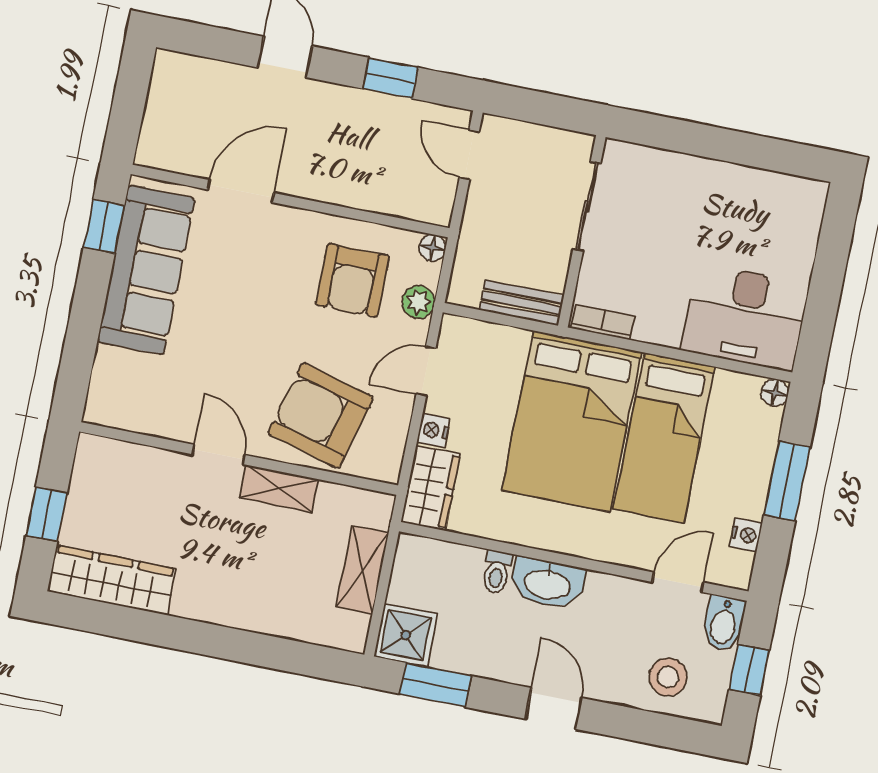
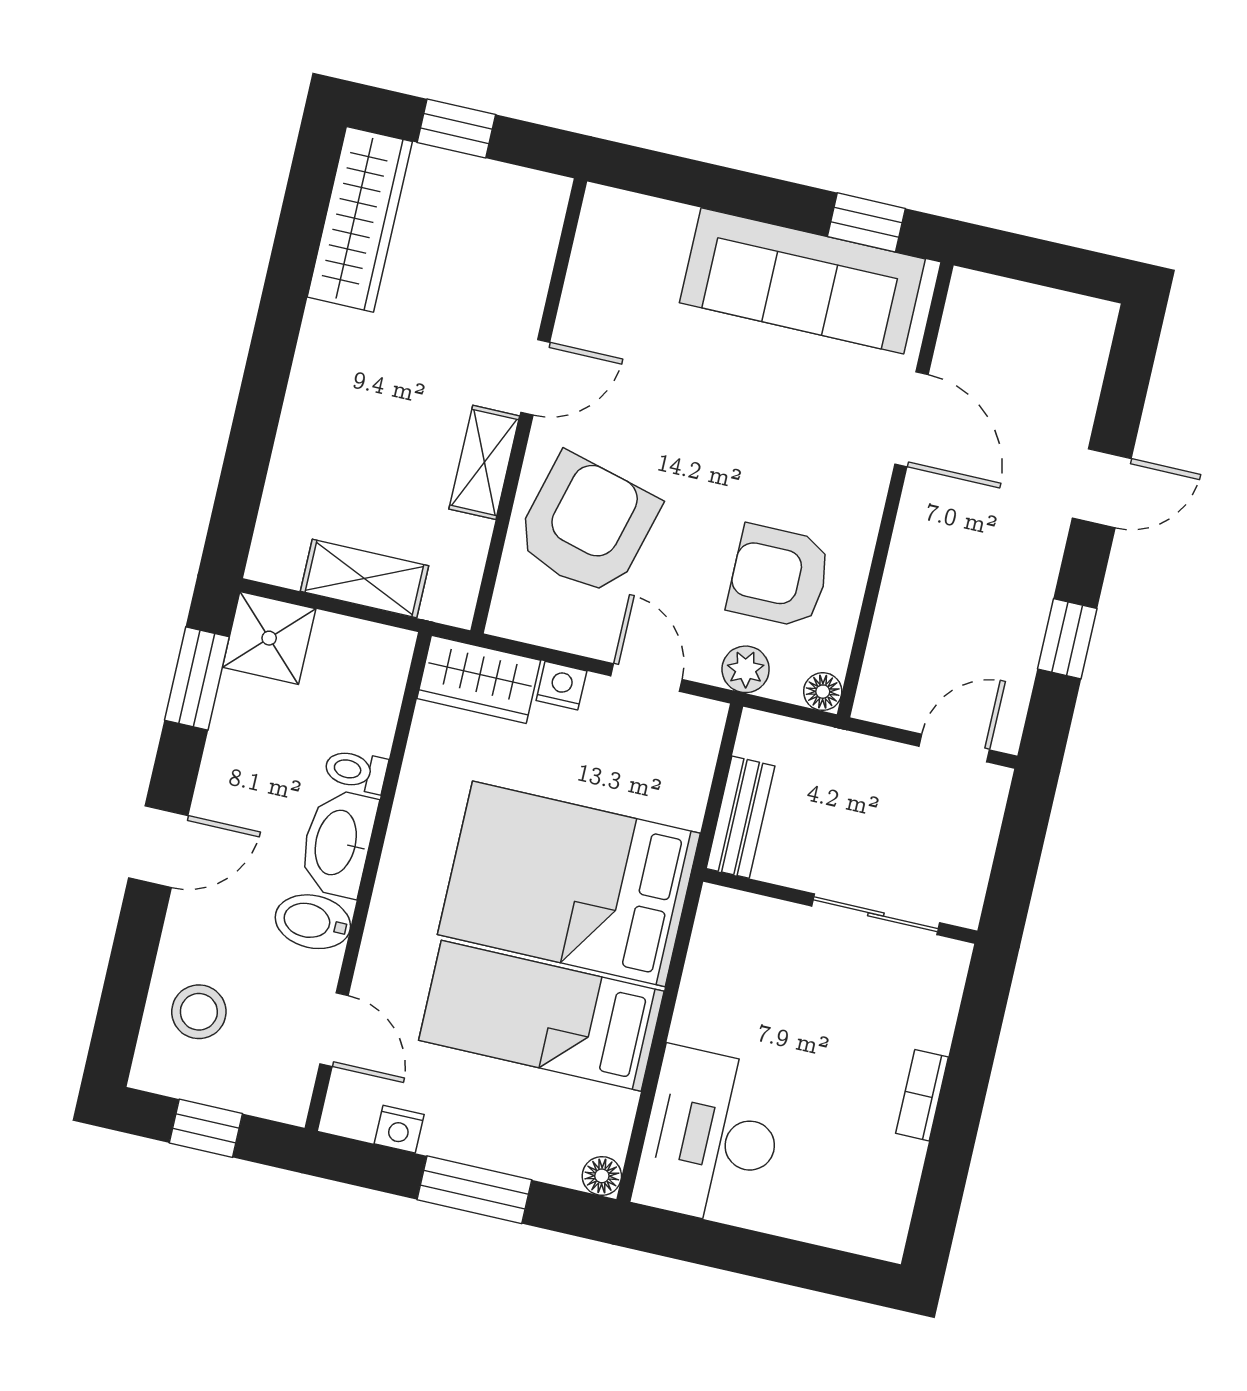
bookcase: (603, 322) -> (922, 1095), moved, turned 180
bidet: (724, 623) -> (313, 922), moved

